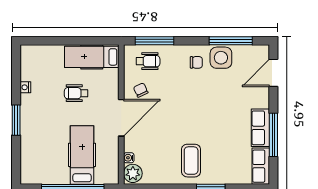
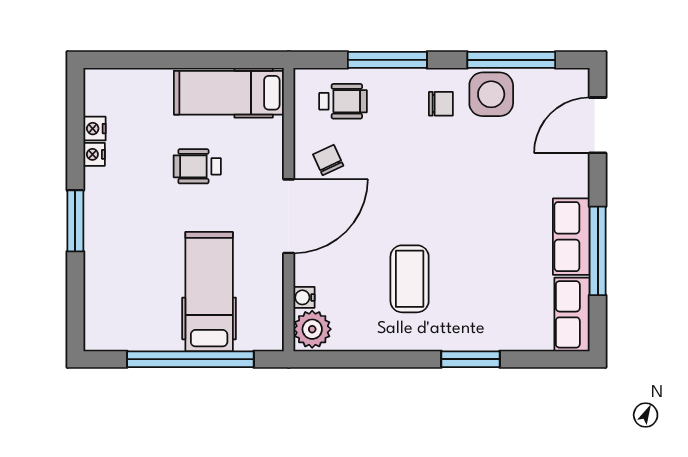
window: (154, 41) -> (387, 60), moved
nightstand: (26, 75) -> (95, 129), added
coffee table: (191, 161) -> (410, 279), moved

